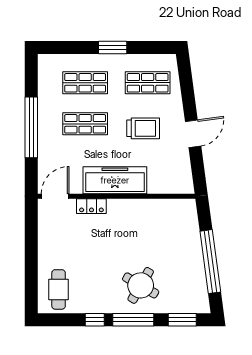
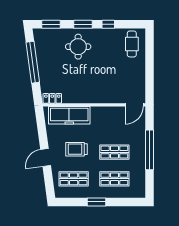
door: (193, 134) -> (46, 157), moved
freezer: (115, 180) -> (69, 115), moved
locker: (91, 206) -> (52, 98), moved
round table: (141, 285) -> (78, 47), turned -30
window: (133, 320) -> (83, 24), width x0.69

